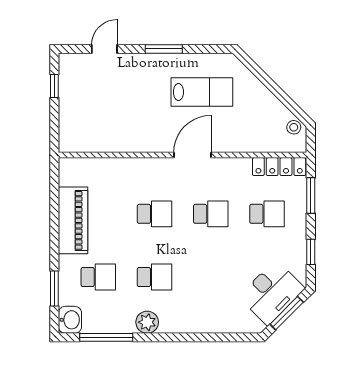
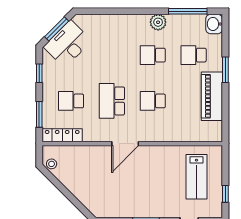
lab bench: (202, 92) -> (196, 177), moved, turned -90
school desk: (211, 214) -> (112, 101), width x1.85
window: (54, 289) -> (225, 70), moved

